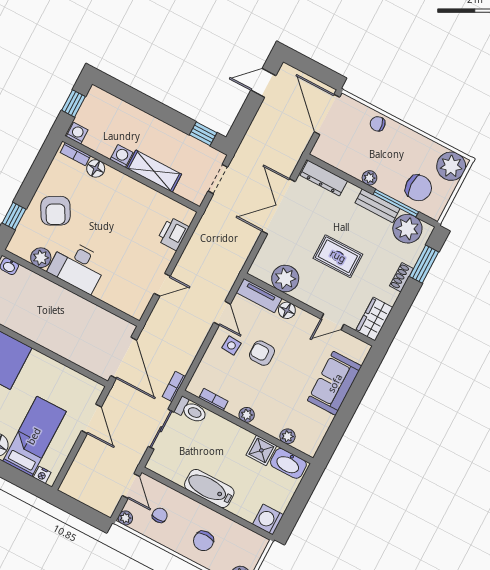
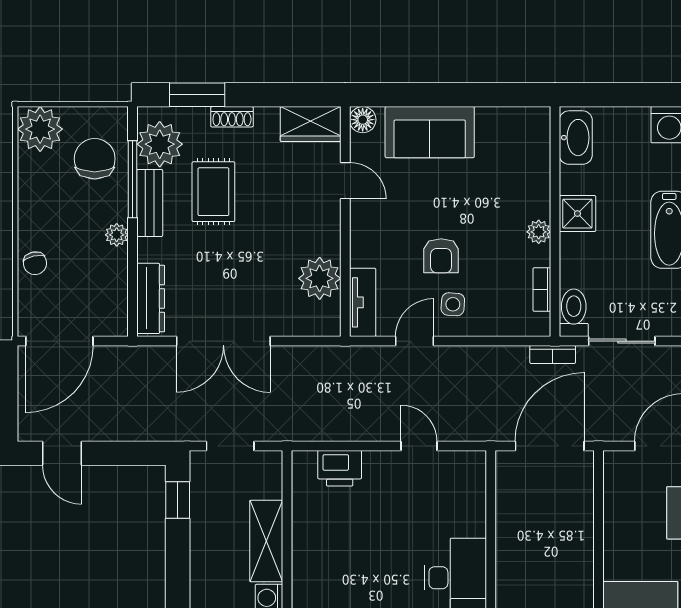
rug: (338, 256) -> (213, 192), moved
floor lamp: (287, 310) -> (363, 120), moved
plant: (288, 436) -> (539, 159), removed
shower: (261, 450) -> (577, 214), moved

